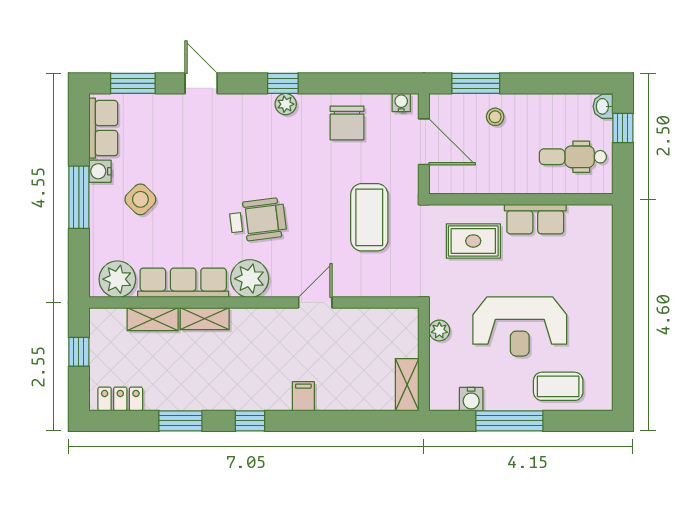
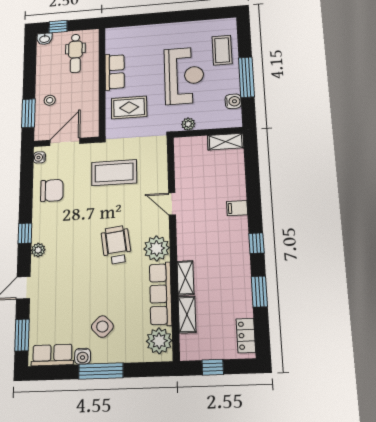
plant: (286, 104) -> (38, 250), moved
rug: (473, 241) -> (129, 107), turned 90

